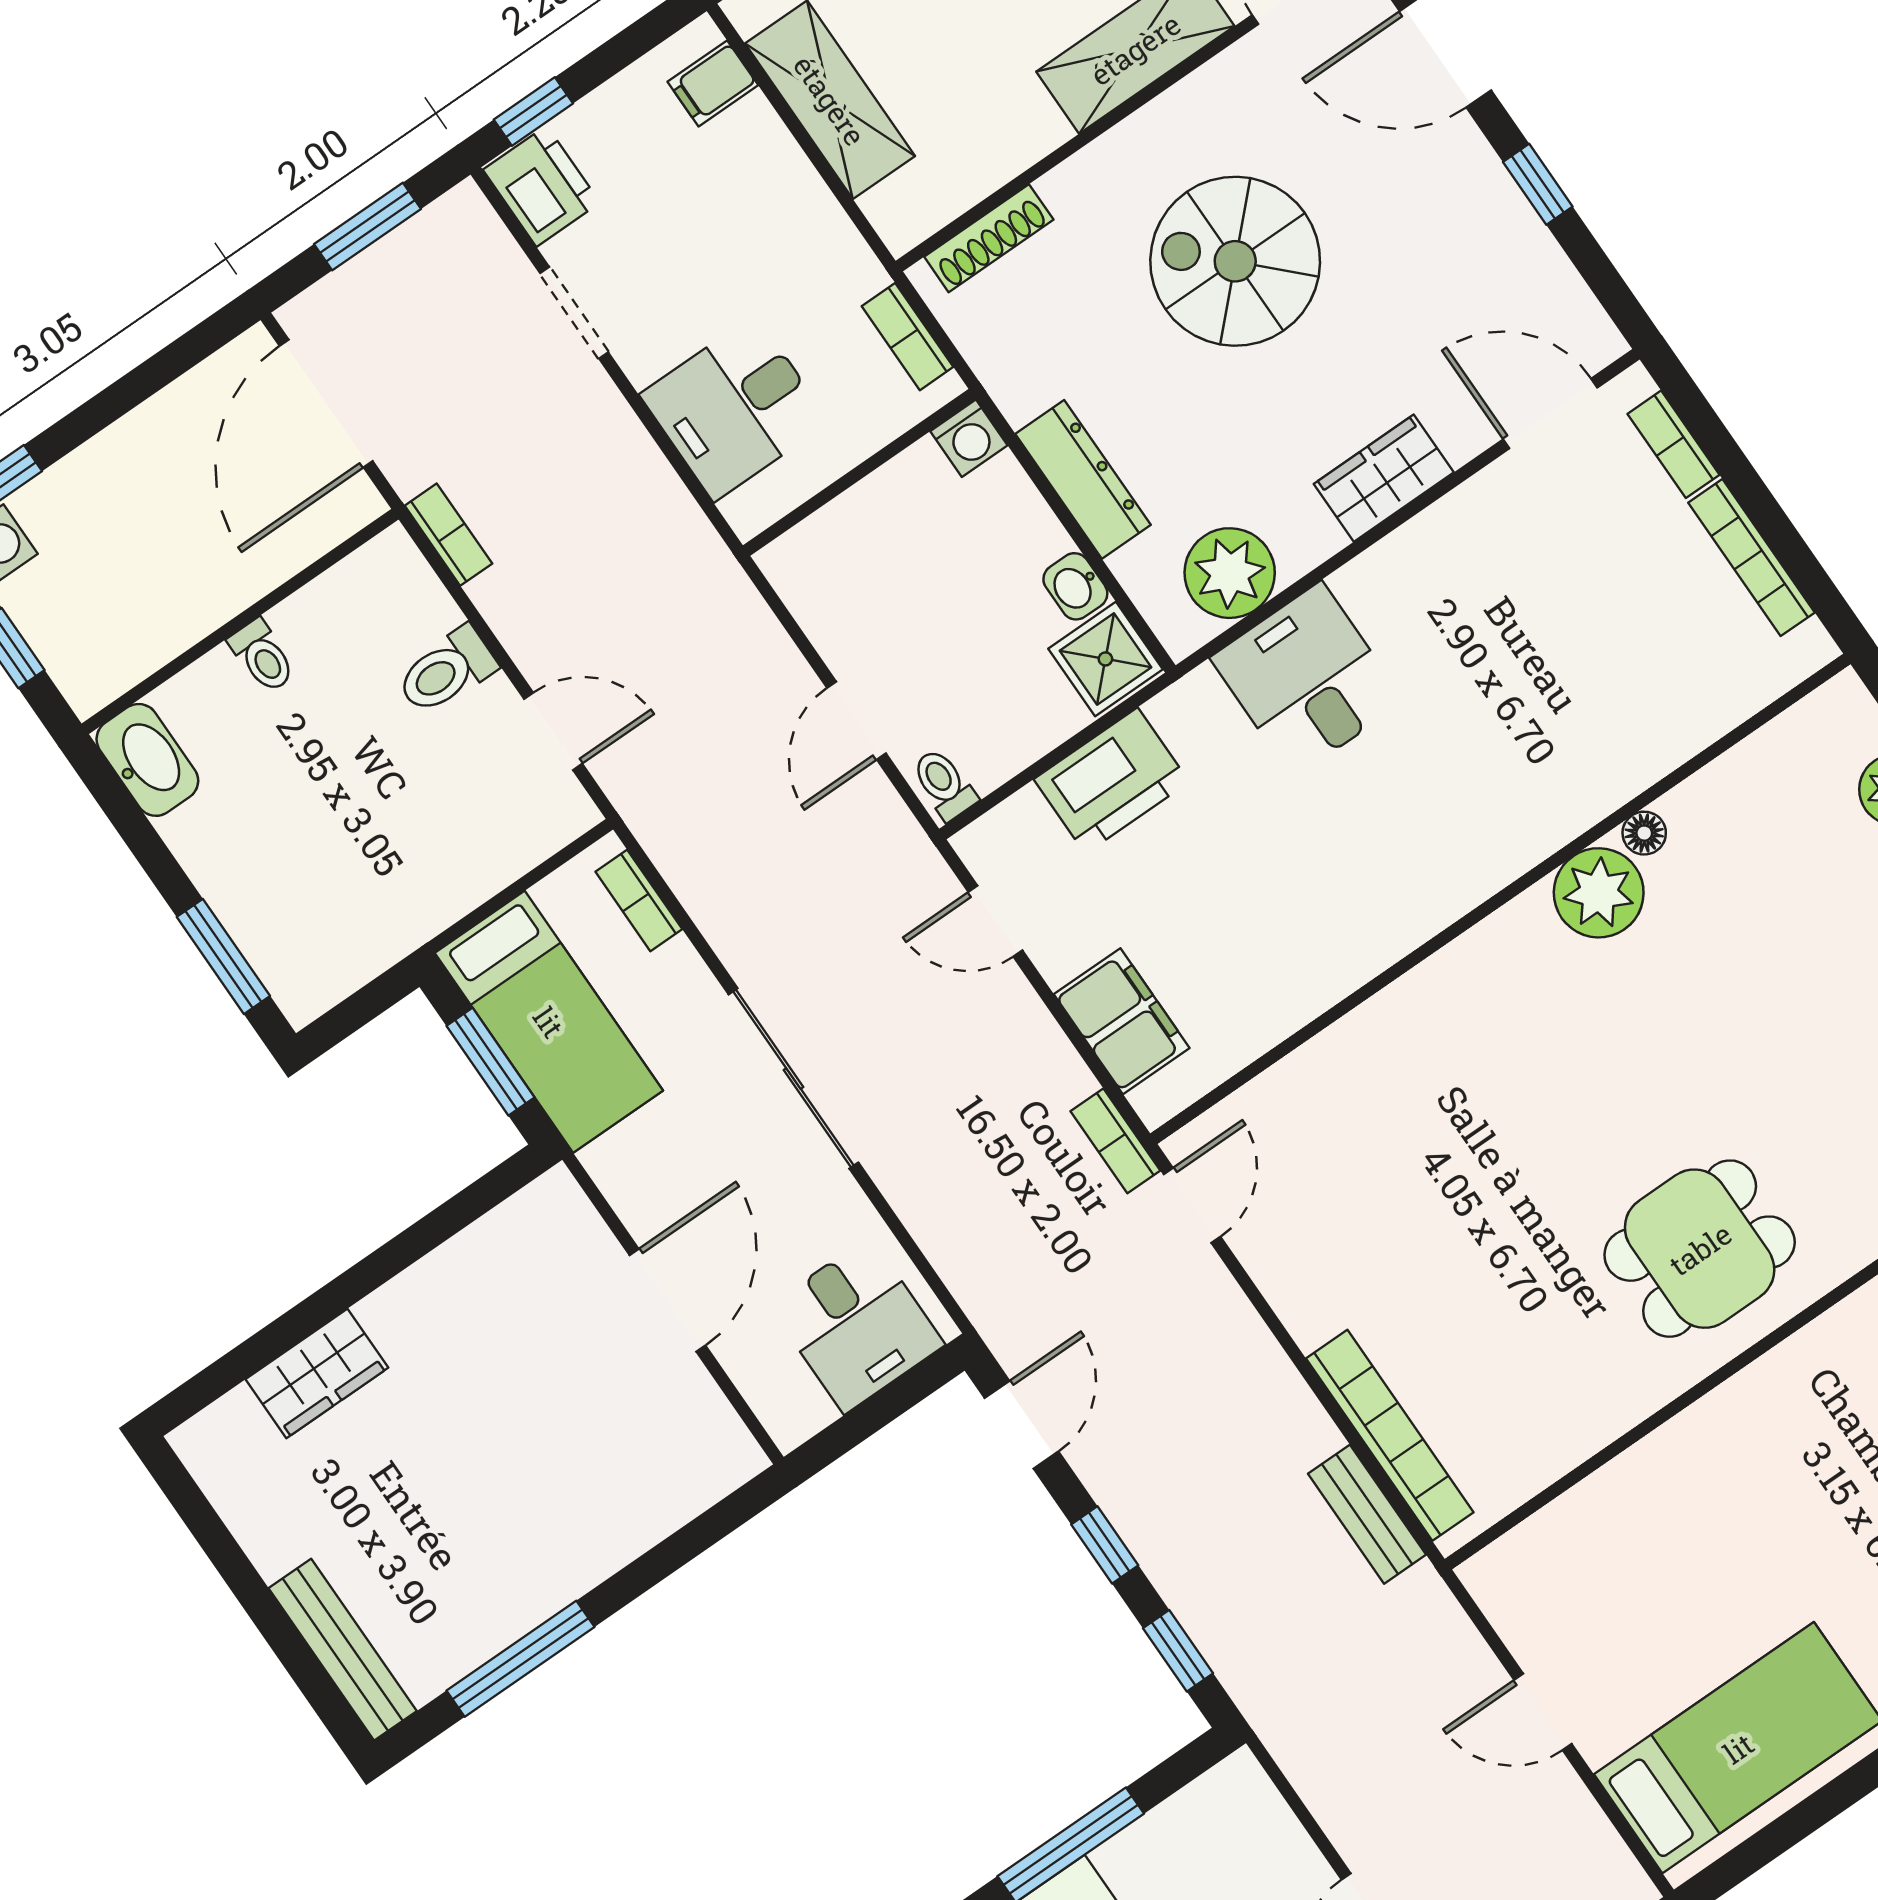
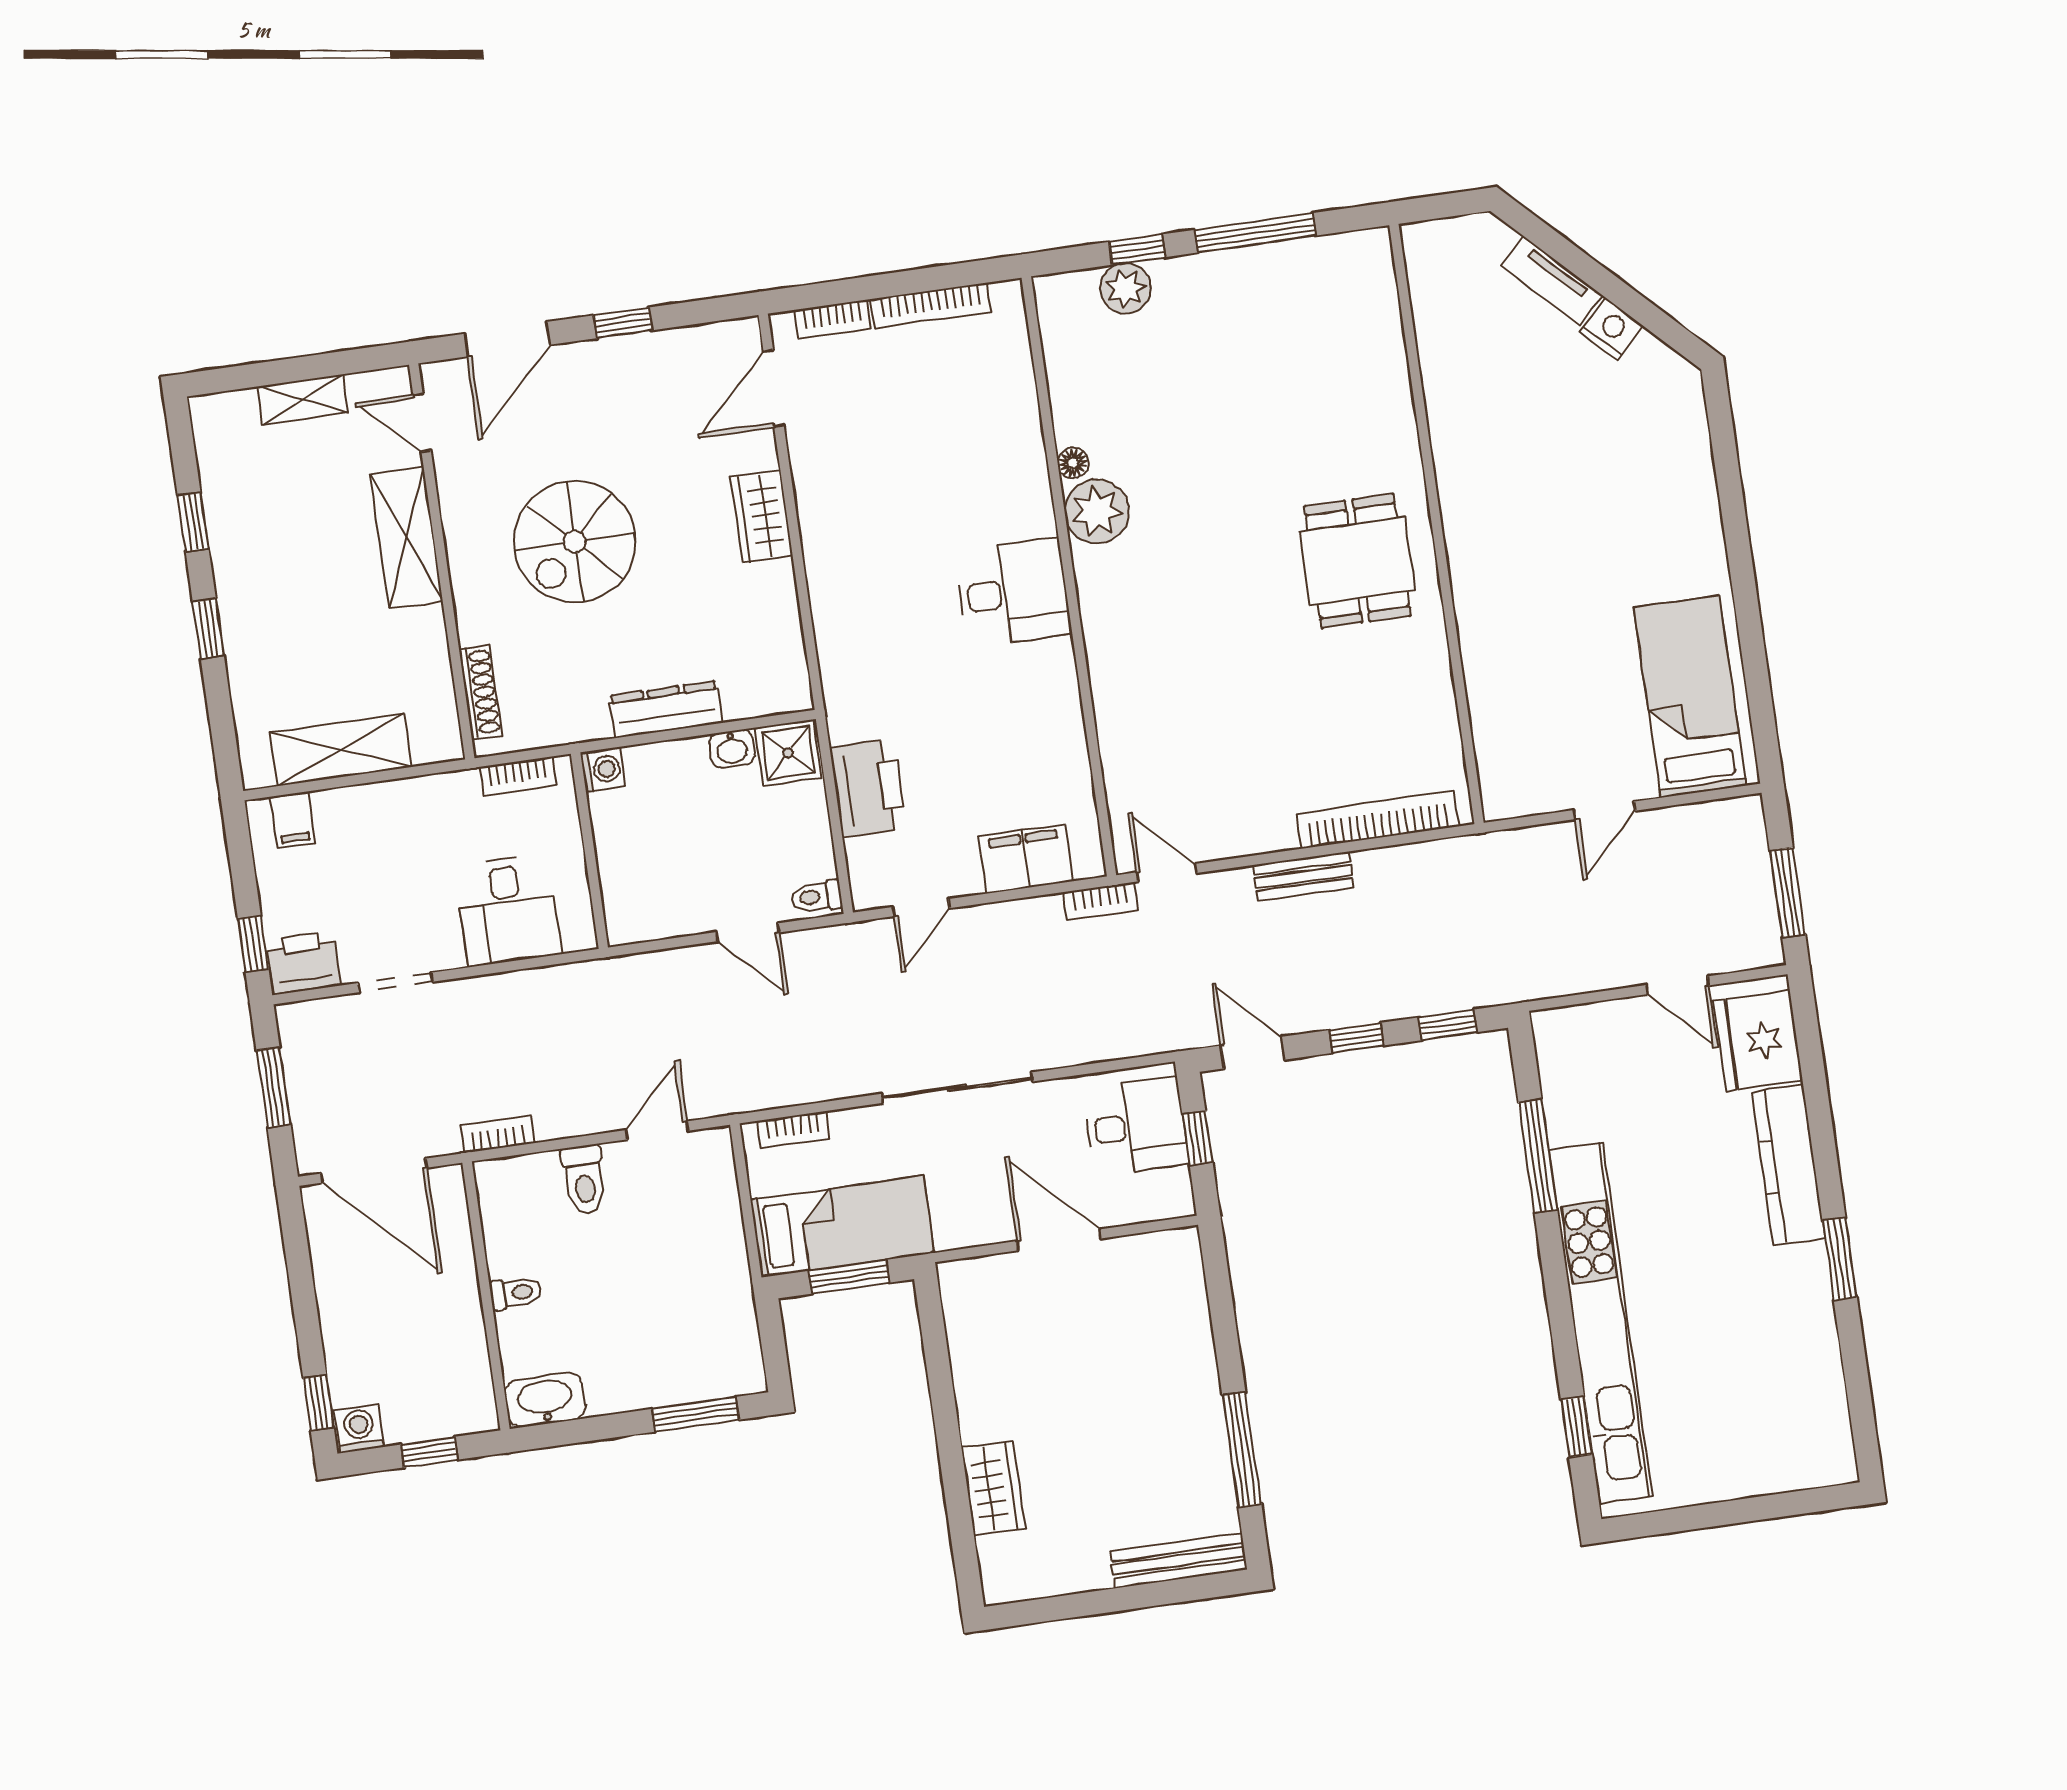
plant: (1230, 573) -> (773, 645), removed
desk: (1307, 680) -> (1013, 593), moved, turned 180
window: (881, 1409) -> (1197, 1138), added
bench: (1367, 1514) -> (1303, 876), moved

